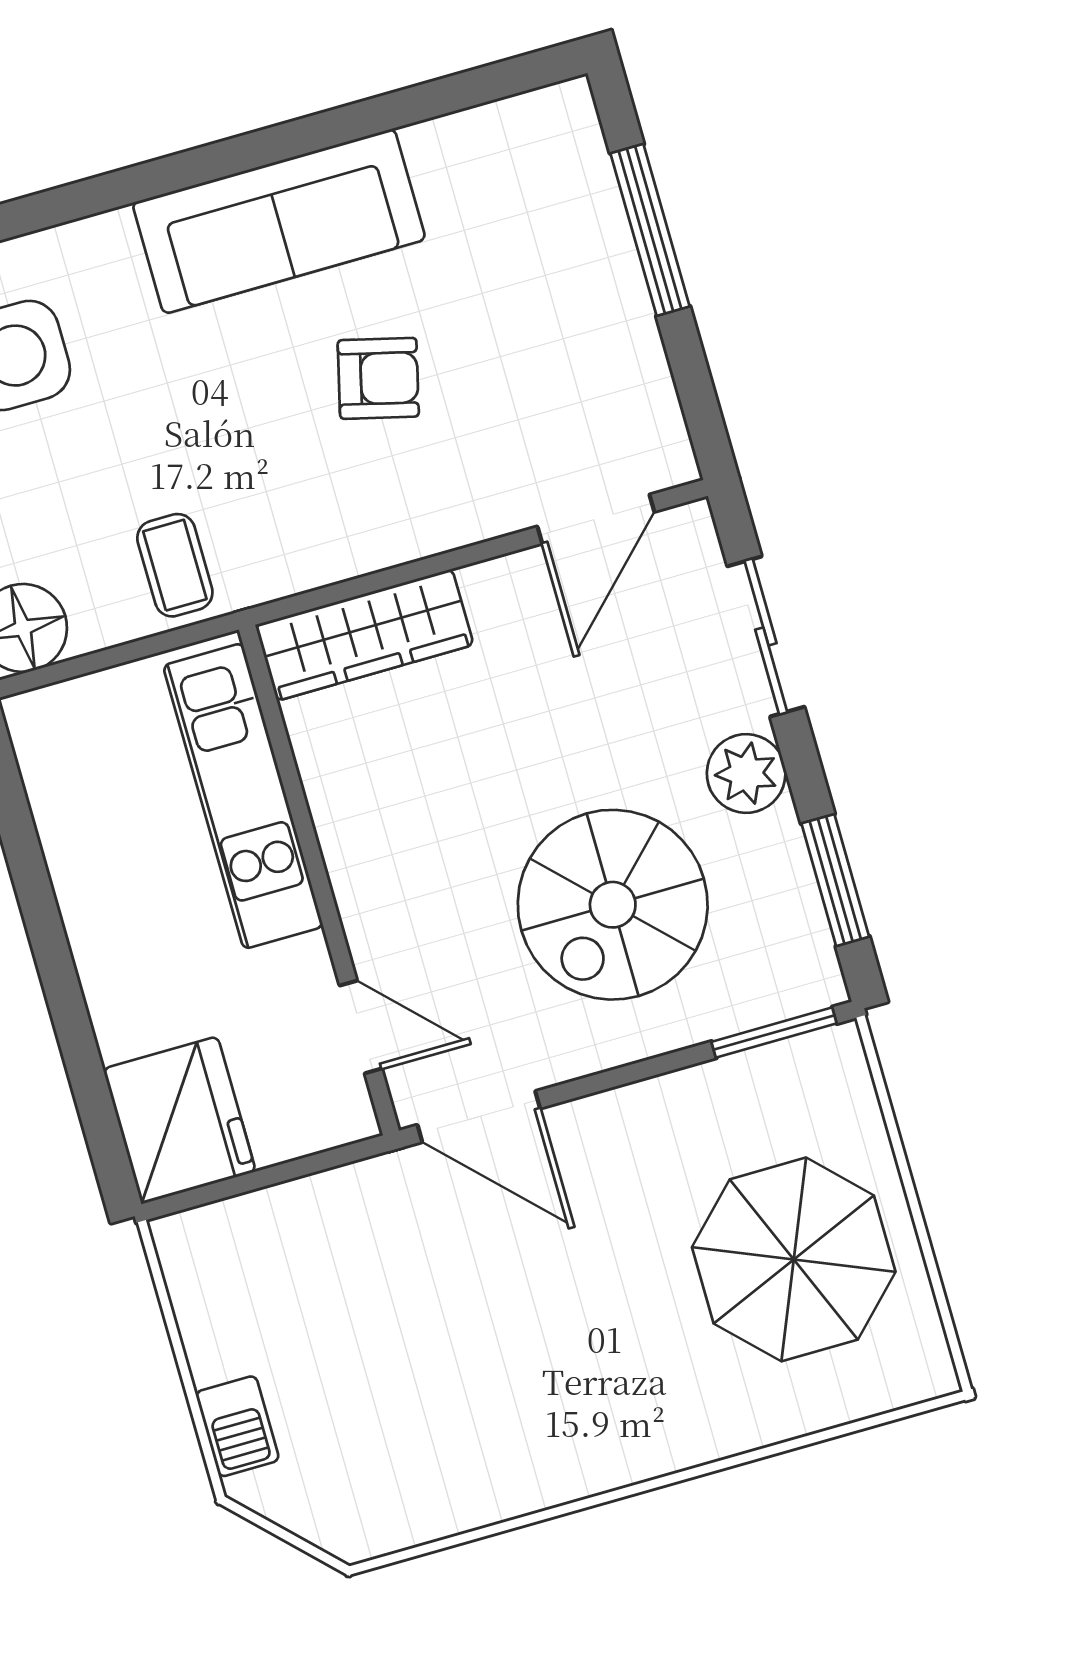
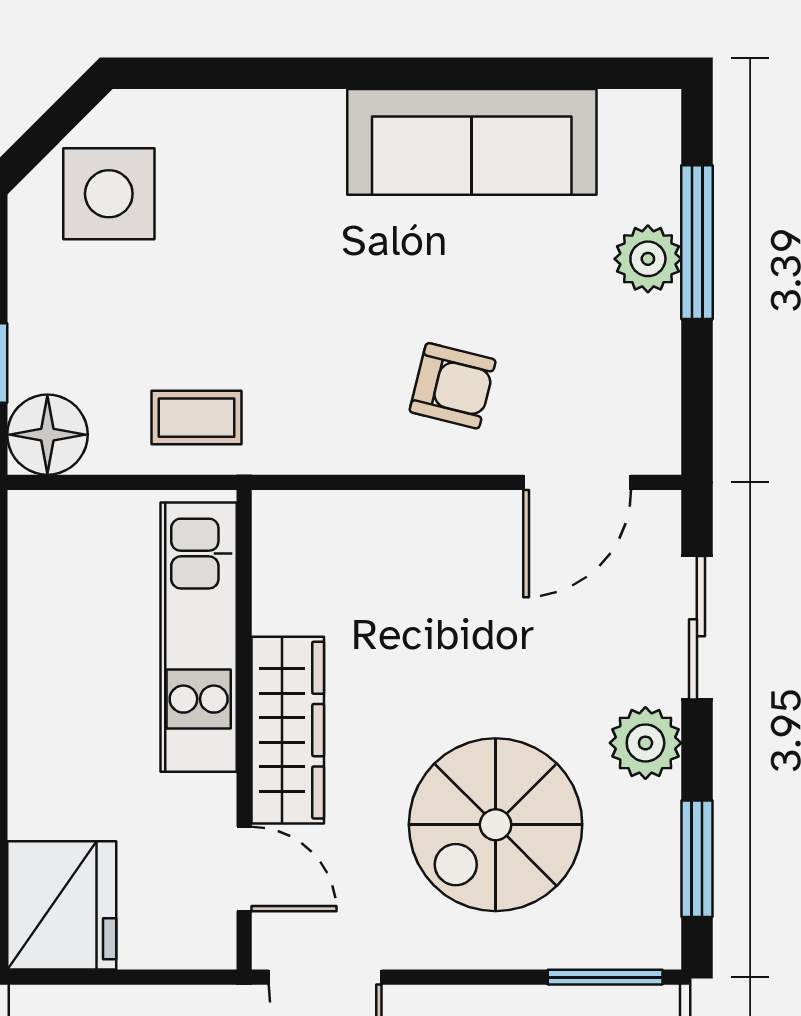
sofa: (279, 221) -> (472, 142), moved
plant: (603, 262) -> (648, 259), added
armchair: (378, 378) -> (453, 386), moved
coffee table: (175, 565) -> (196, 418), turned 90
wardrobe: (364, 635) -> (288, 730), moved, turned -90

